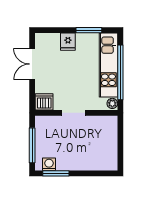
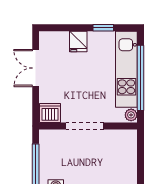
window: (89, 30) -> (103, 28), width x0.67
doorway: (73, 113) -> (85, 126), width x1.38

